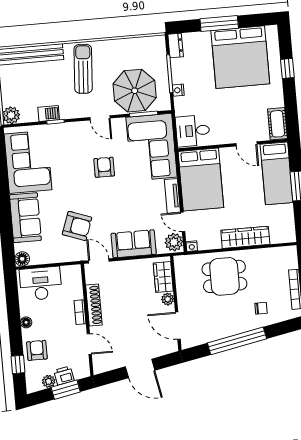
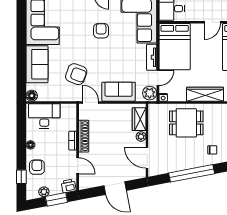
door: (246, 144) -> (212, 22), hinge flipped
door: (183, 222) -> (158, 78), swing flipped
printer: (64, 376) -> (69, 186), moved

